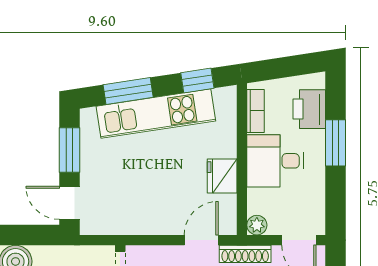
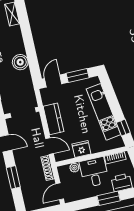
window: (128, 91) -> (111, 97), removed
kitchen counter: (147, 220) -> (53, 119), added
plant: (257, 225) -> (74, 168), moved

